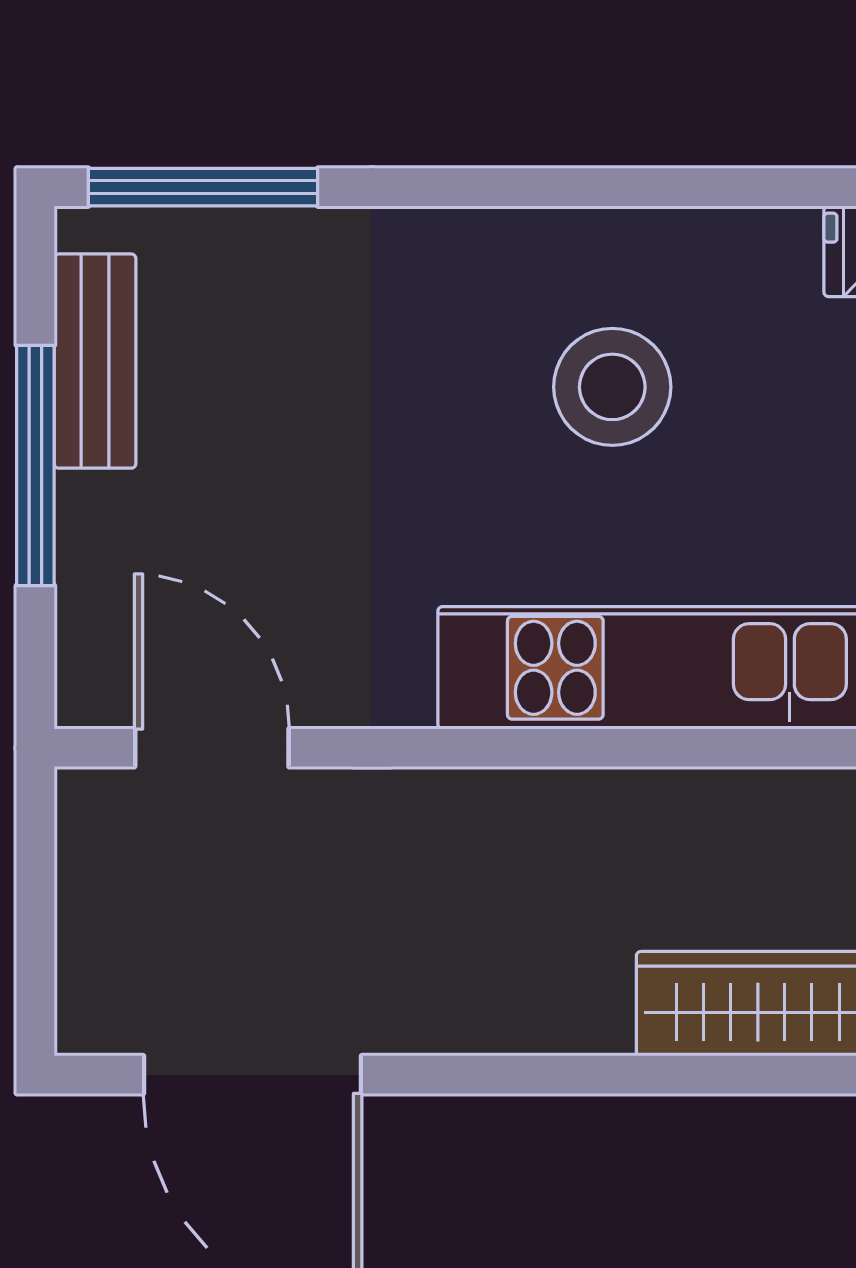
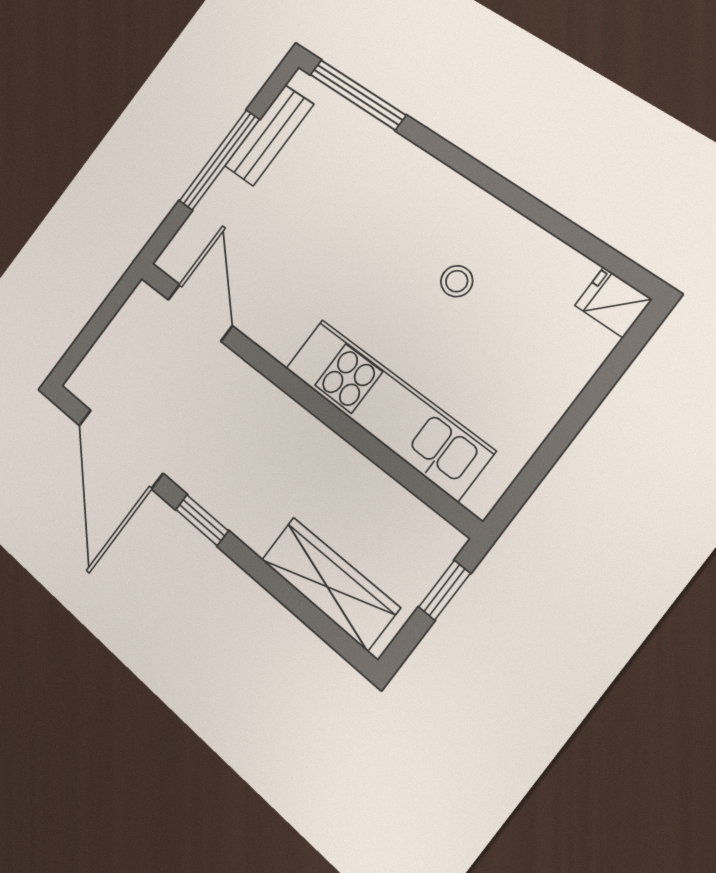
stool: (612, 387) -> (457, 281), width x0.53, depth x0.53
window: (488, 1075) -> (202, 520), added

